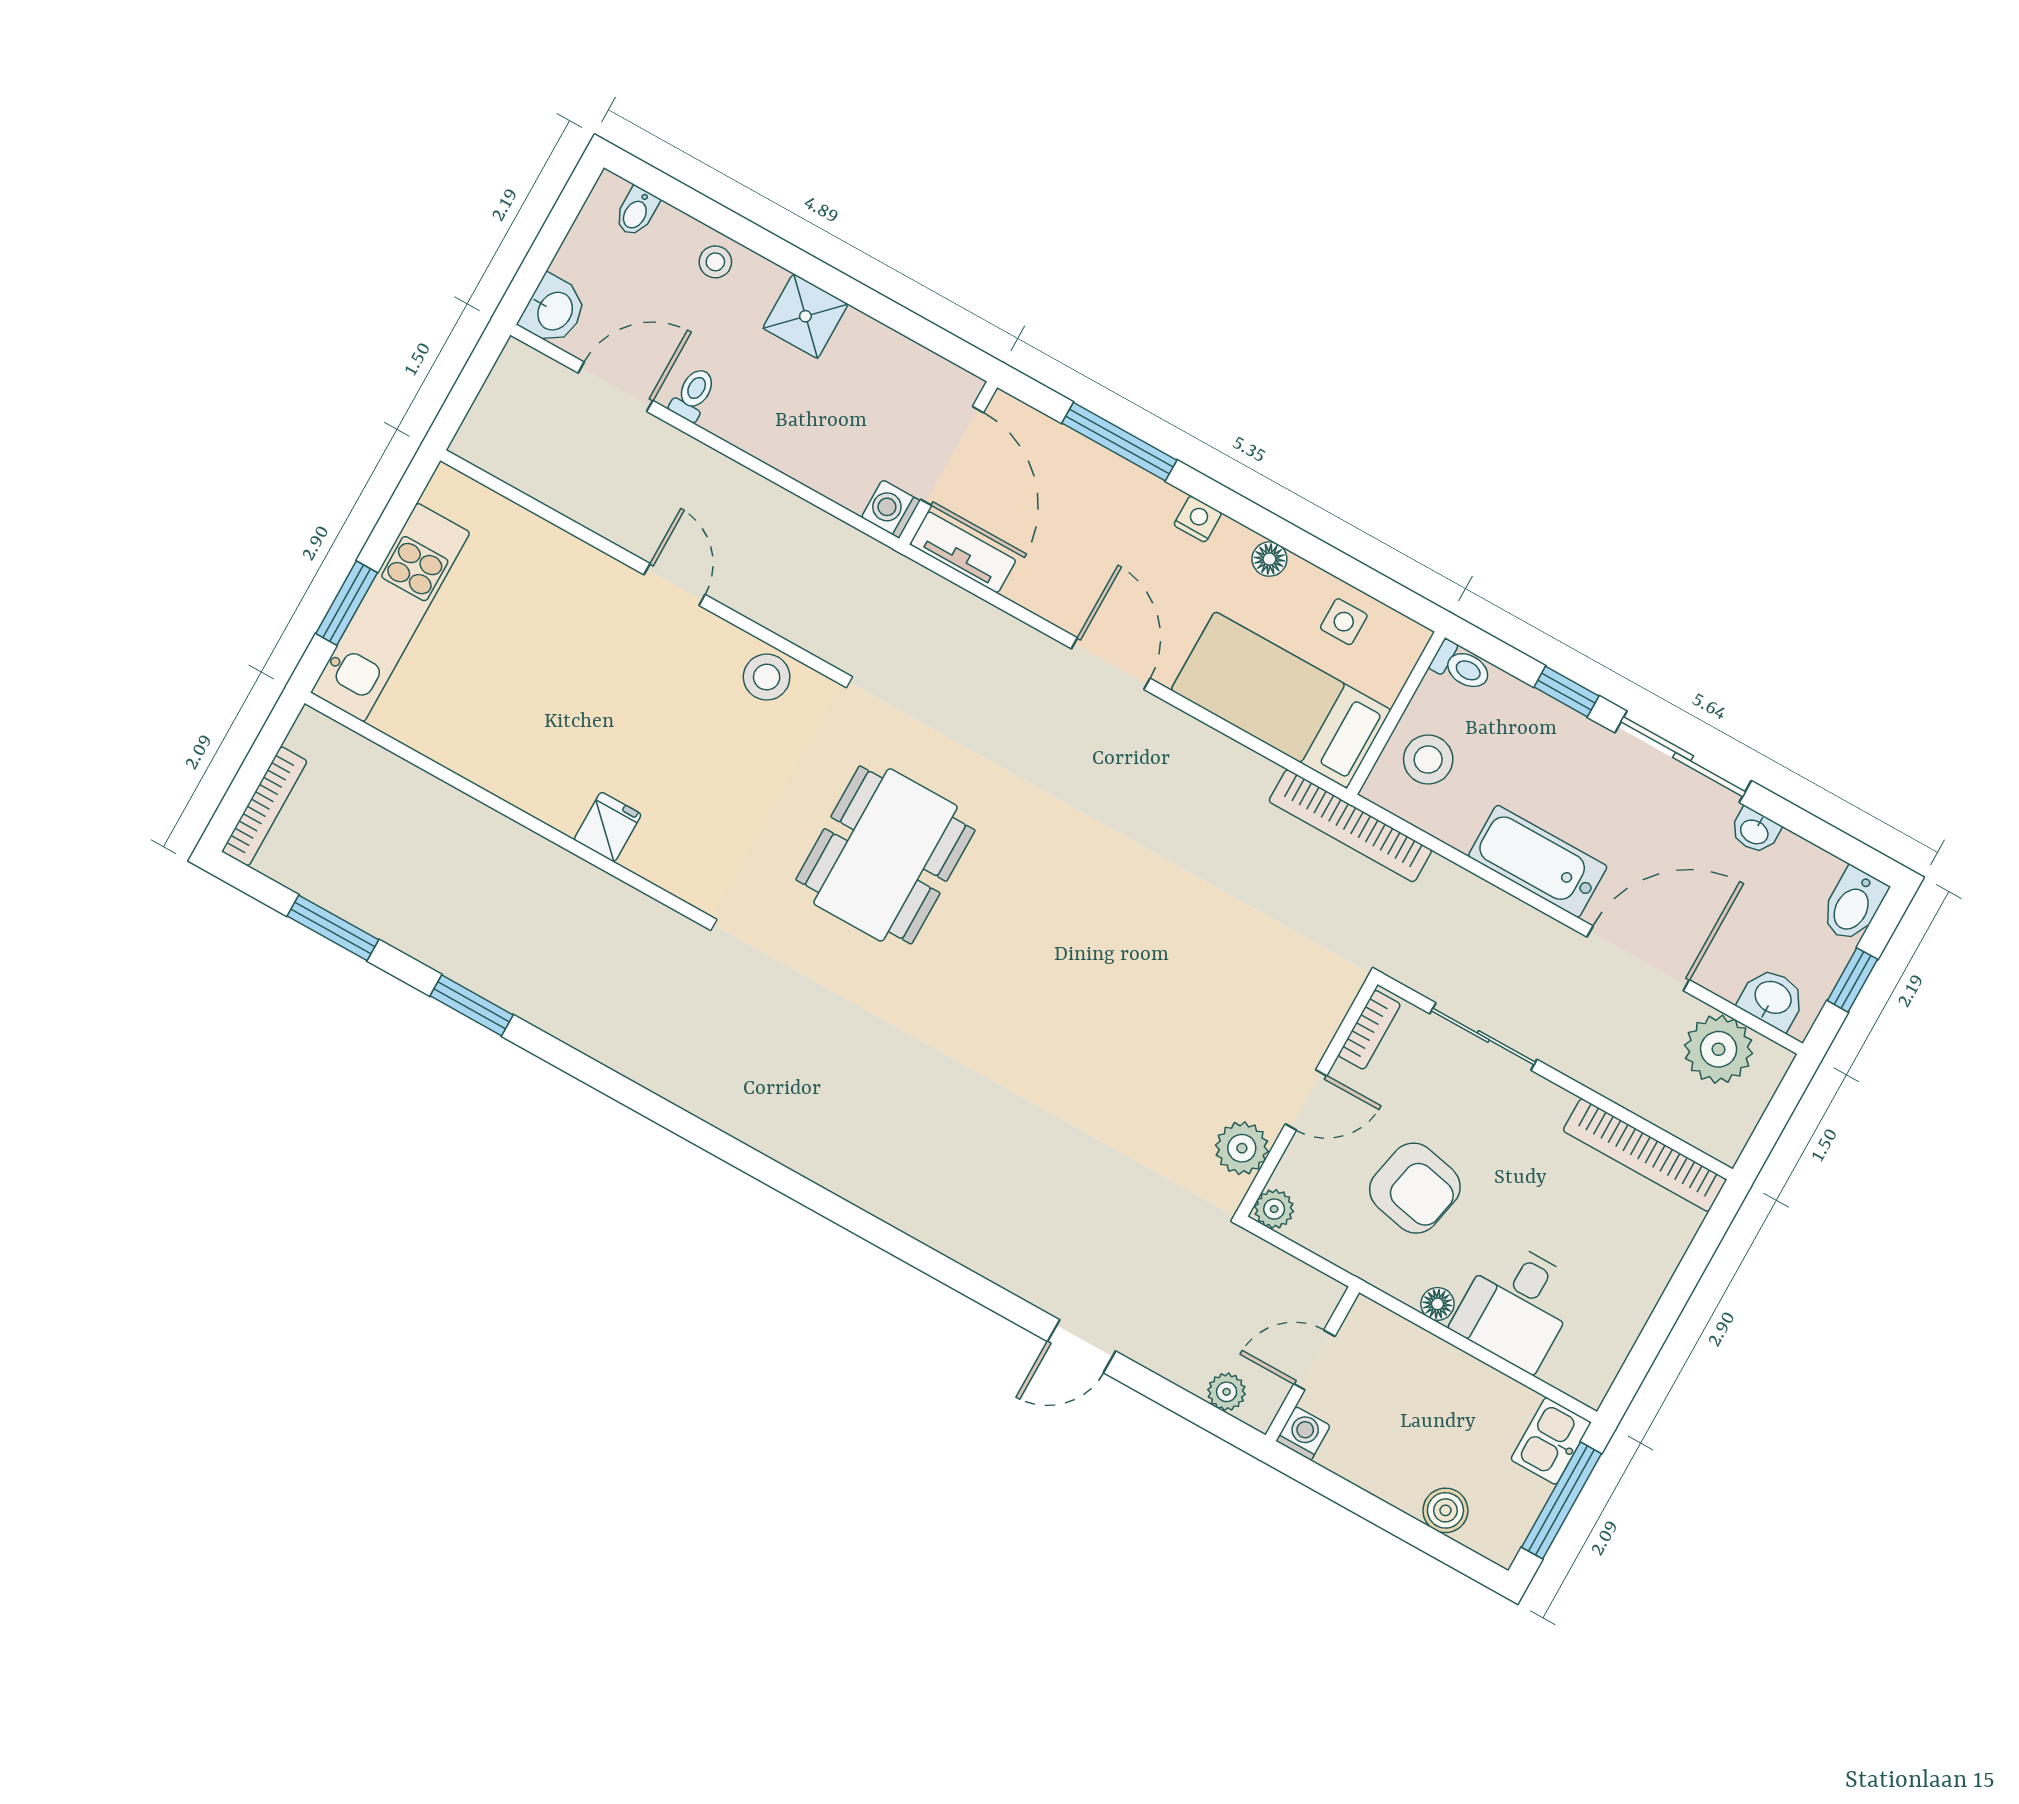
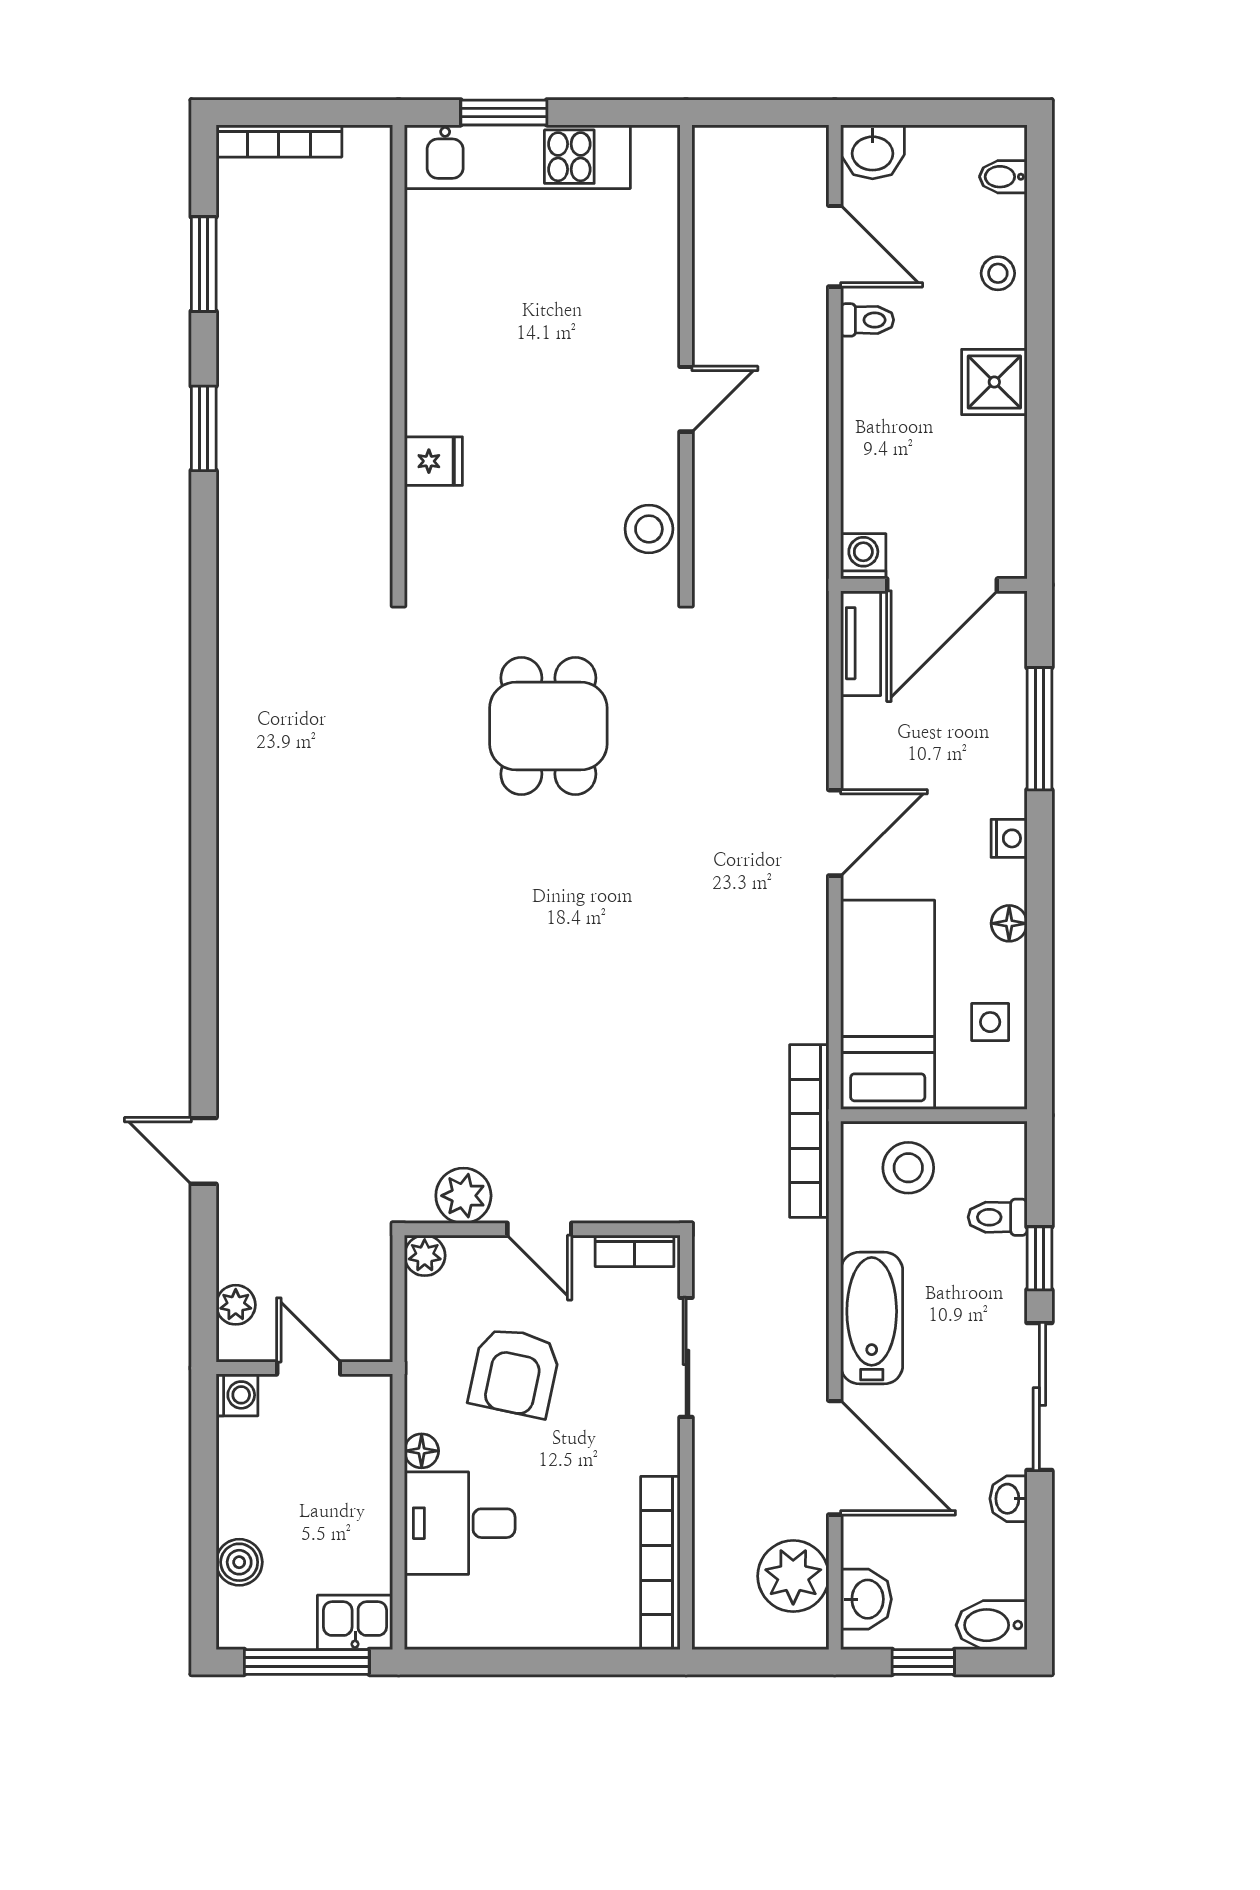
toilet: (1461, 666) -> (998, 1217), moved, turned 90
dining table: (885, 855) -> (548, 726), width x0.73

